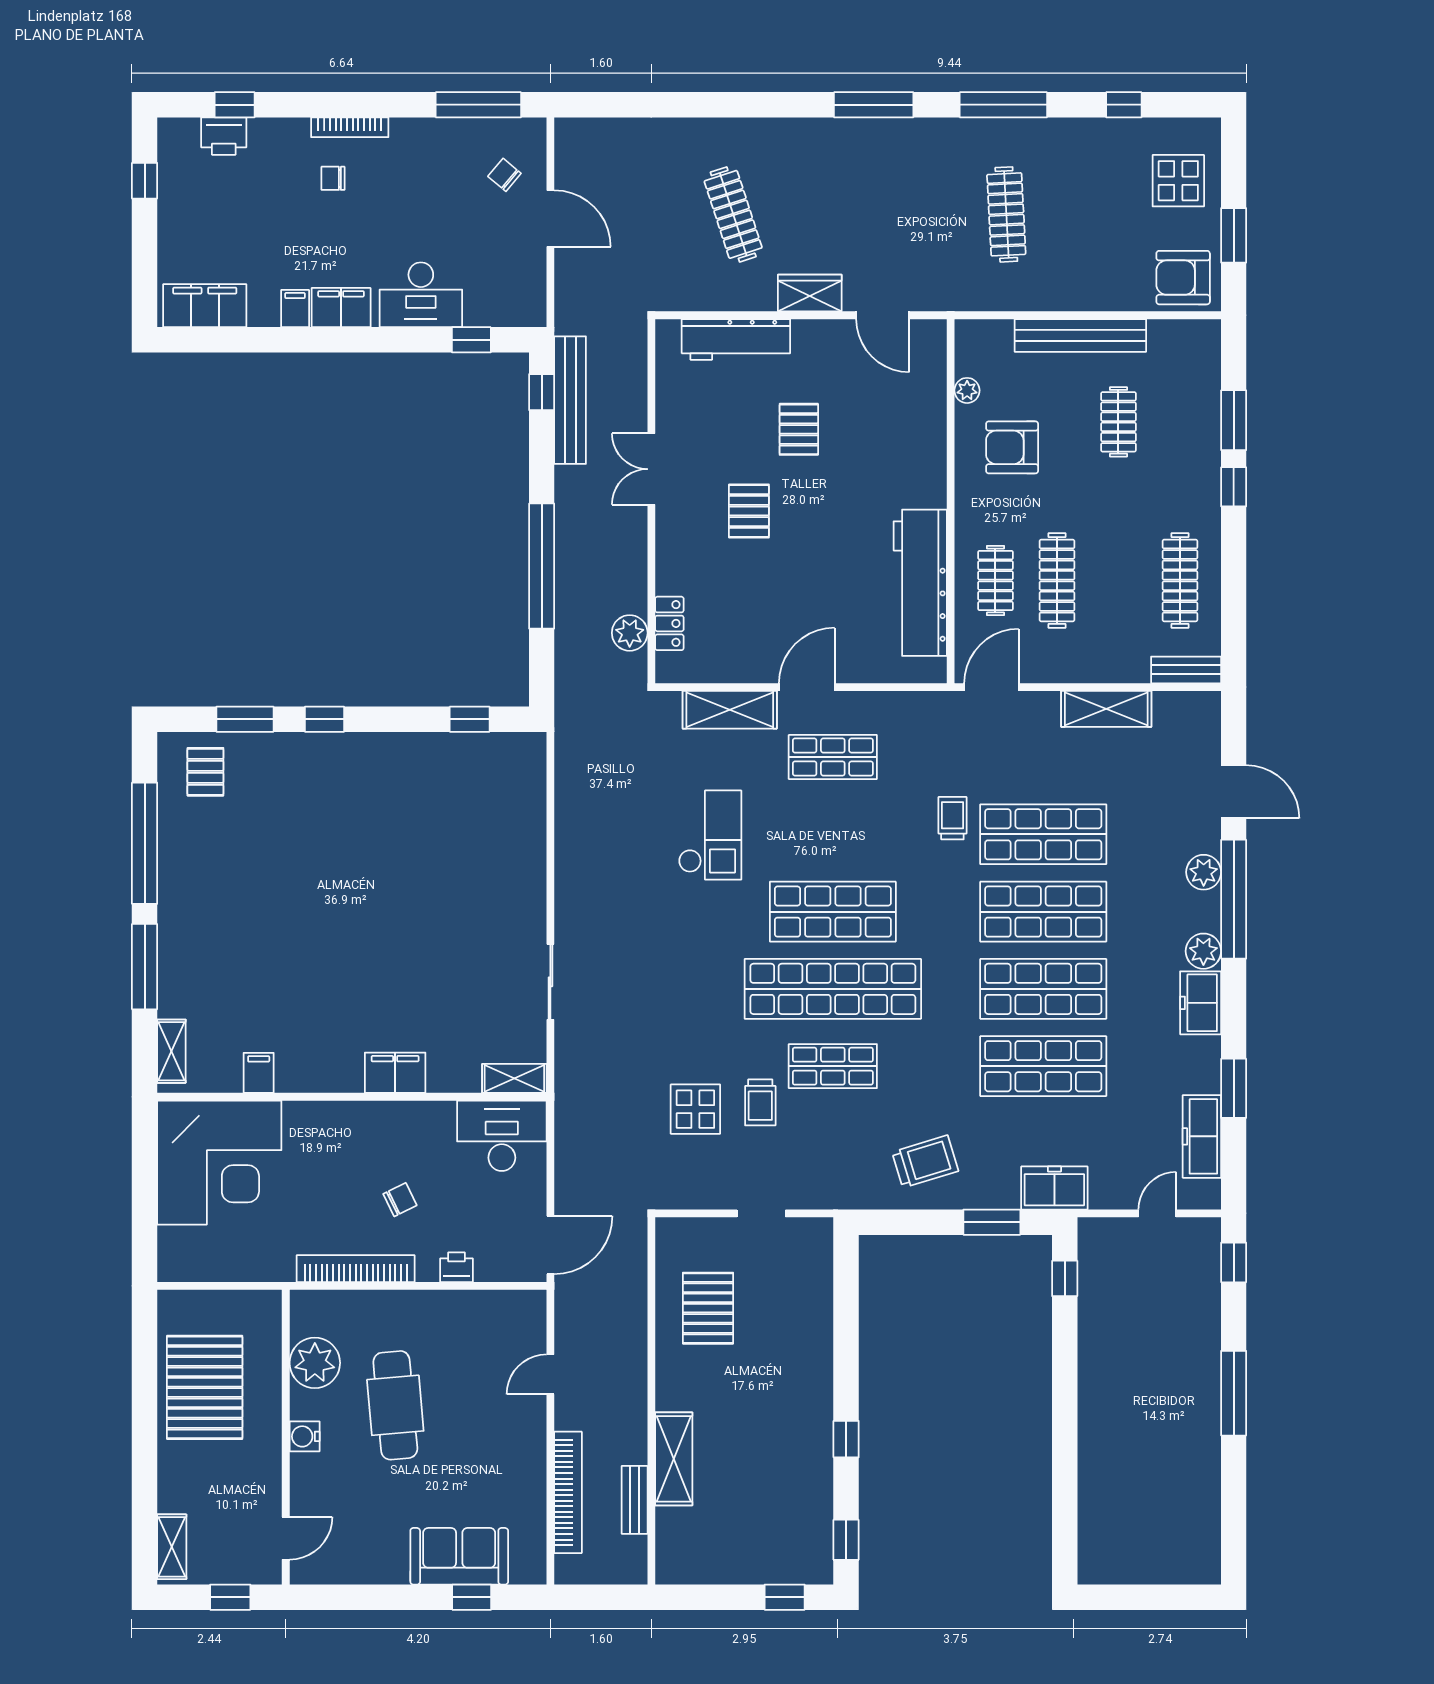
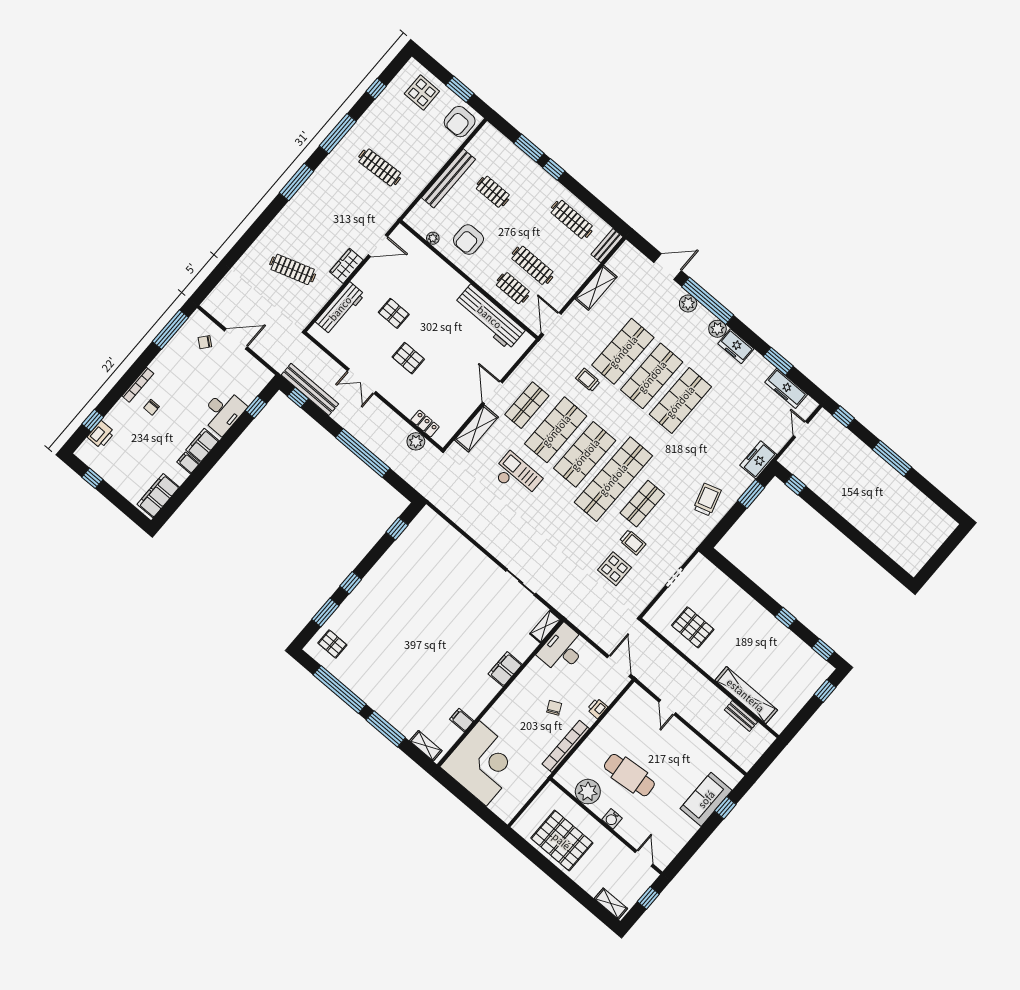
shop shelf: (1043, 1066) -> (556, 430), moved
shelving: (674, 1459) -> (746, 695), width x1.47
bookcase: (568, 1492) -> (717, 738), removed

